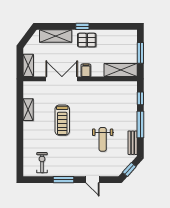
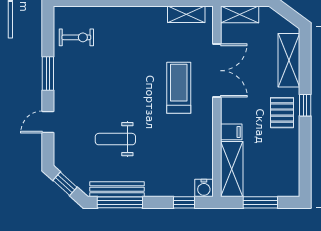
filing cabinet: (86, 70) -> (231, 132), moved
water cooler: (132, 87) -> (204, 188), added
shelving: (28, 110) -> (186, 14), moved
treadmill: (62, 120) -> (179, 88), moved, turned 90
window: (140, 125) -> (120, 202), moved
bench: (133, 143) -> (117, 189), width x1.36

